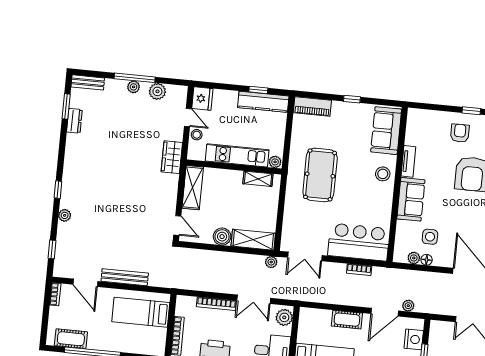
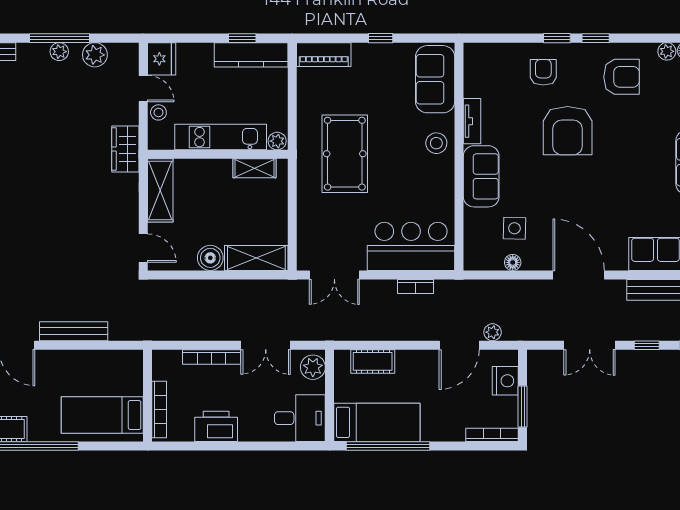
plant: (414, 258) -> (494, 262), removed
plant: (271, 262) -> (286, 288), removed
bed: (141, 312) -> (102, 415), moved
cot: (347, 320) -> (373, 361), moved

